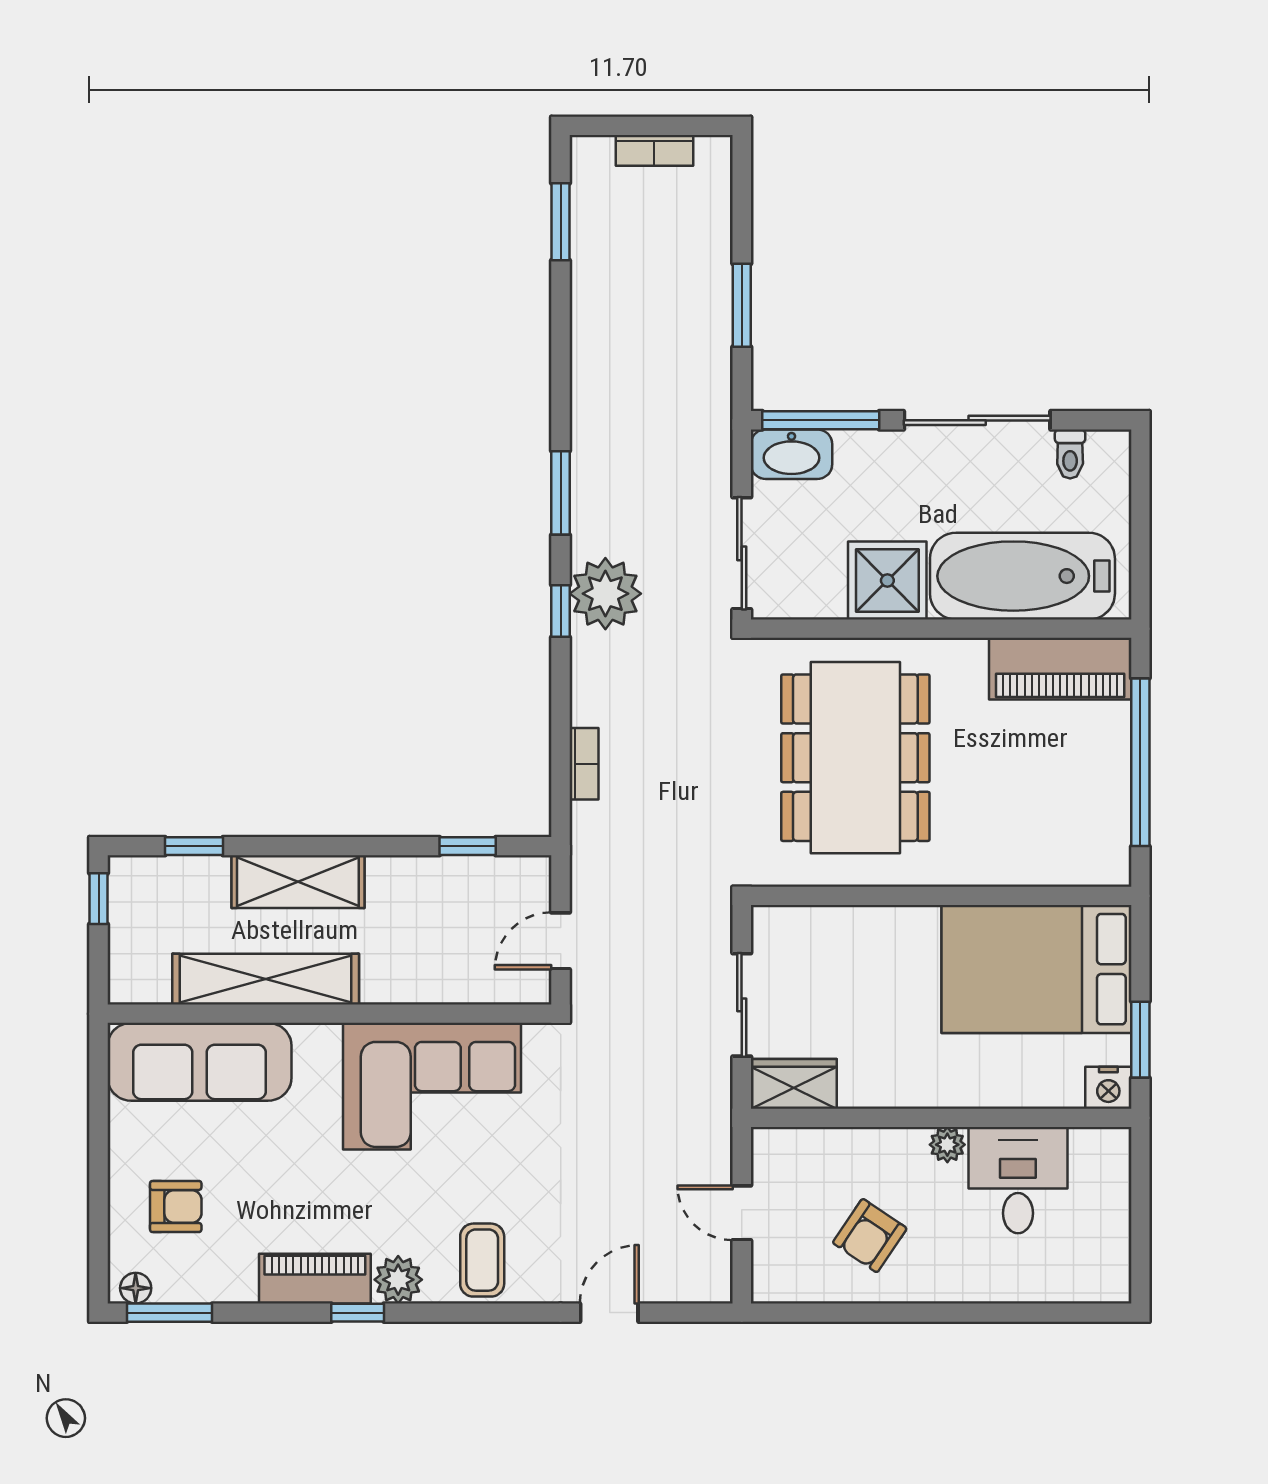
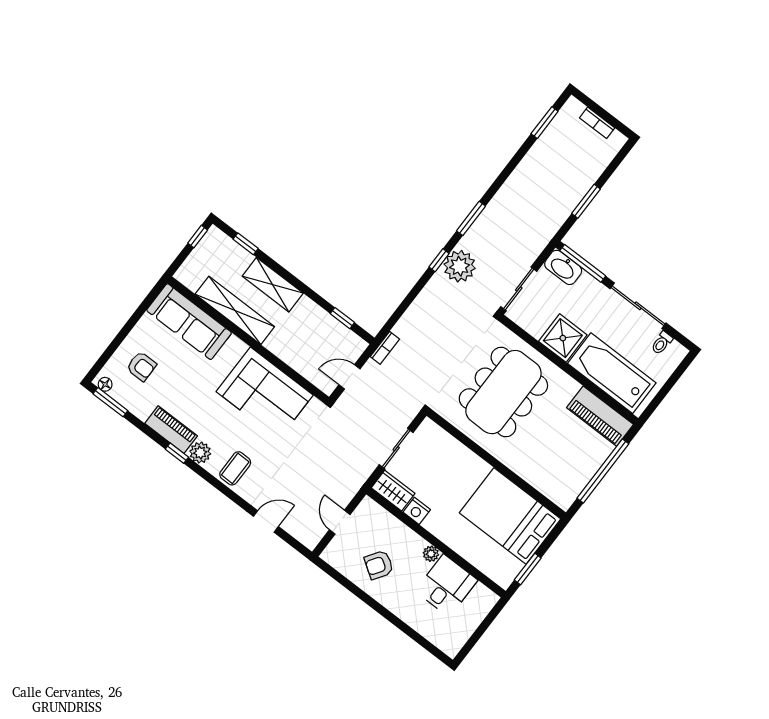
bookcase: (584, 764) -> (385, 348), moved
nightstand: (1108, 1088) -> (417, 511), moved

